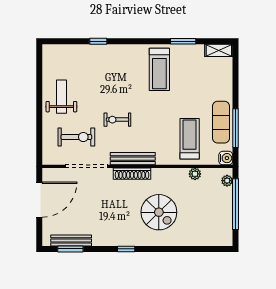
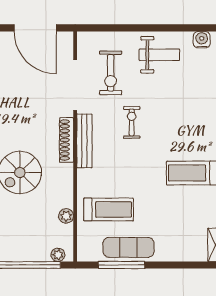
water cooler: (226, 158) -> (202, 40), moved, turned 180

